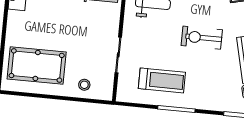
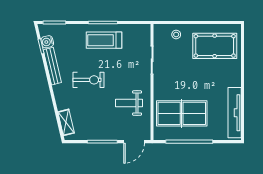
treadmill: (162, 80) -> (104, 40), moved

